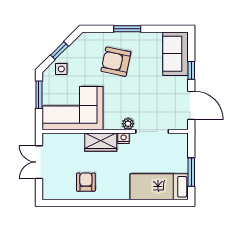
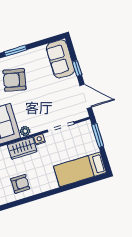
plant: (128, 124) -> (25, 131), moved
window: (191, 172) -> (98, 135), moved
armchair: (86, 182) -> (20, 184), turned 90

